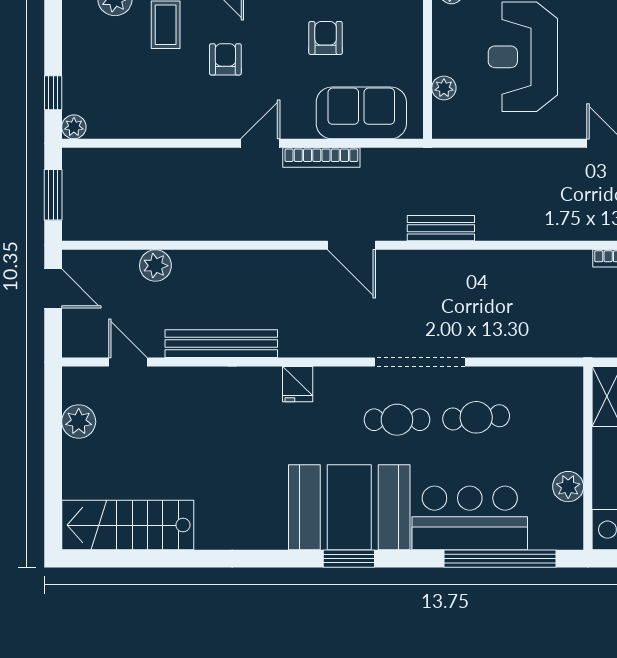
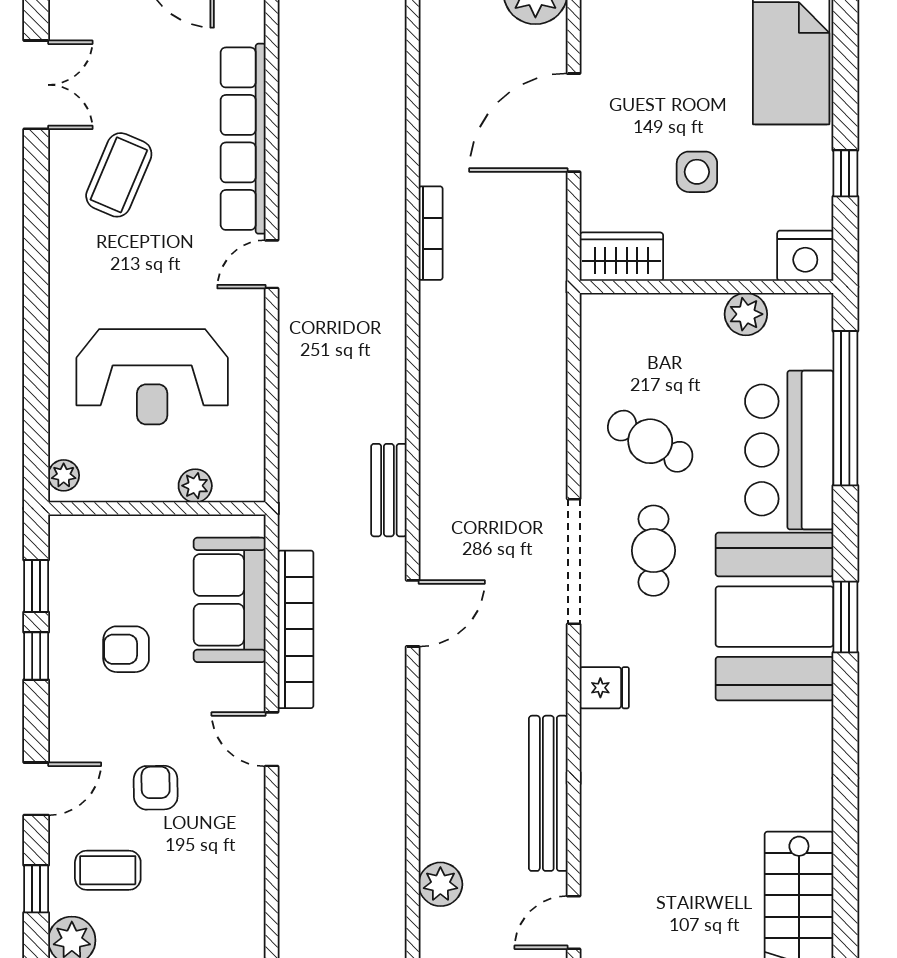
armchair: (225, 59) -> (156, 788), turned 89
bookcase: (321, 158) -> (296, 629), width x1.48, depth x1.31
doorway: (420, 362) -> (574, 561), moved
cafe table: (476, 417) -> (650, 441), turned -57

